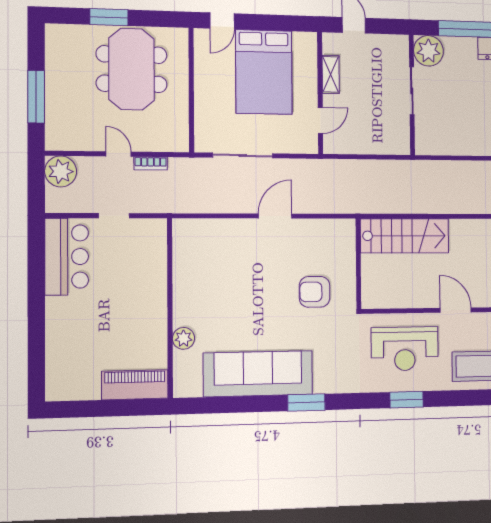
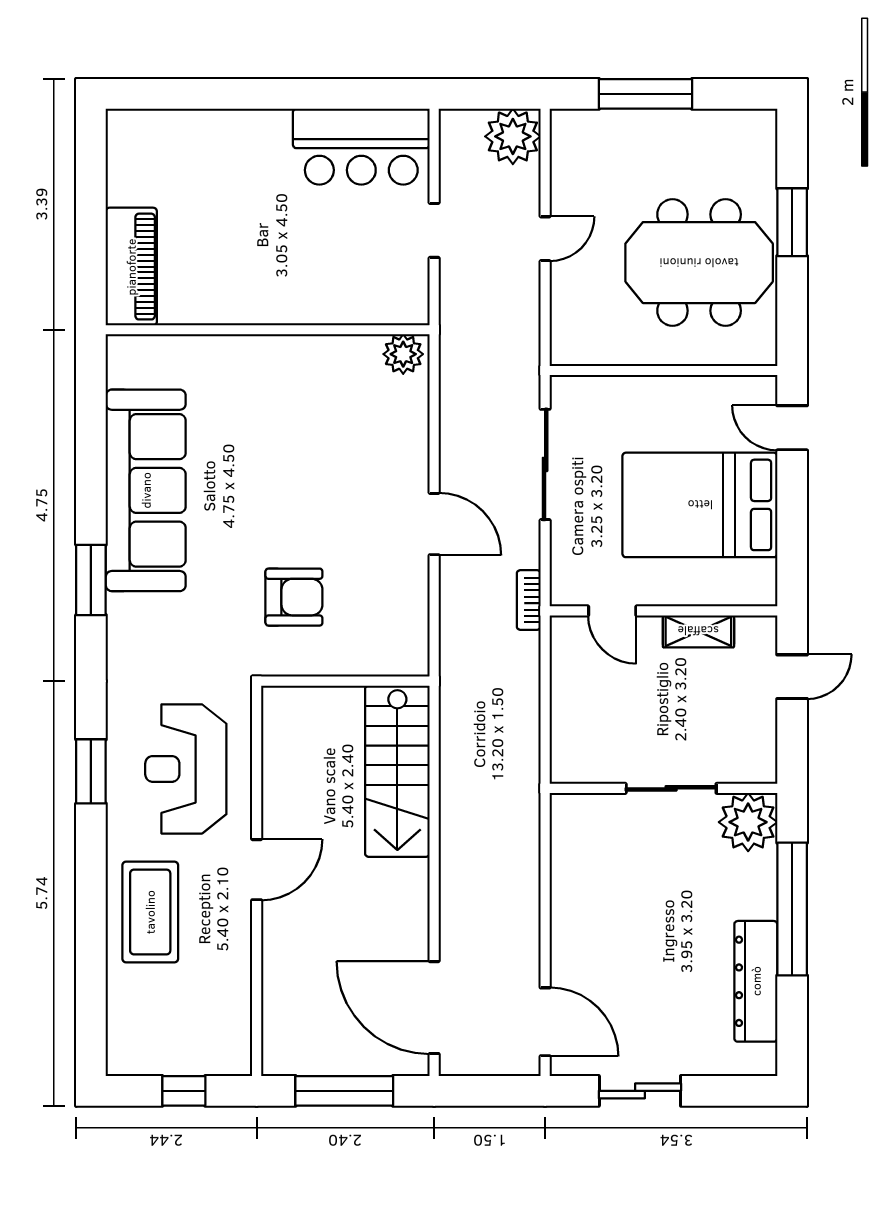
bookcase: (151, 163) -> (529, 600), moved
armchair: (315, 292) -> (294, 597), turned 90
plant: (183, 338) -> (403, 354), moved

